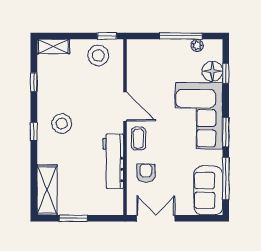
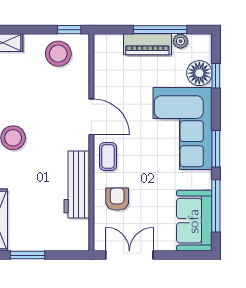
piano: (170, 48) -> (147, 44), added

